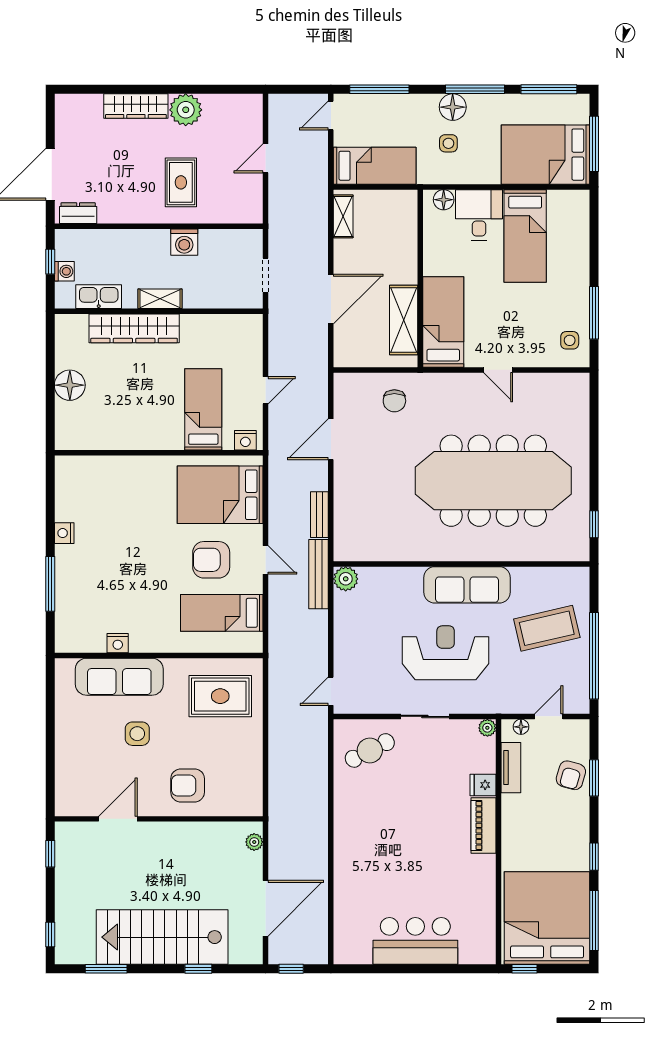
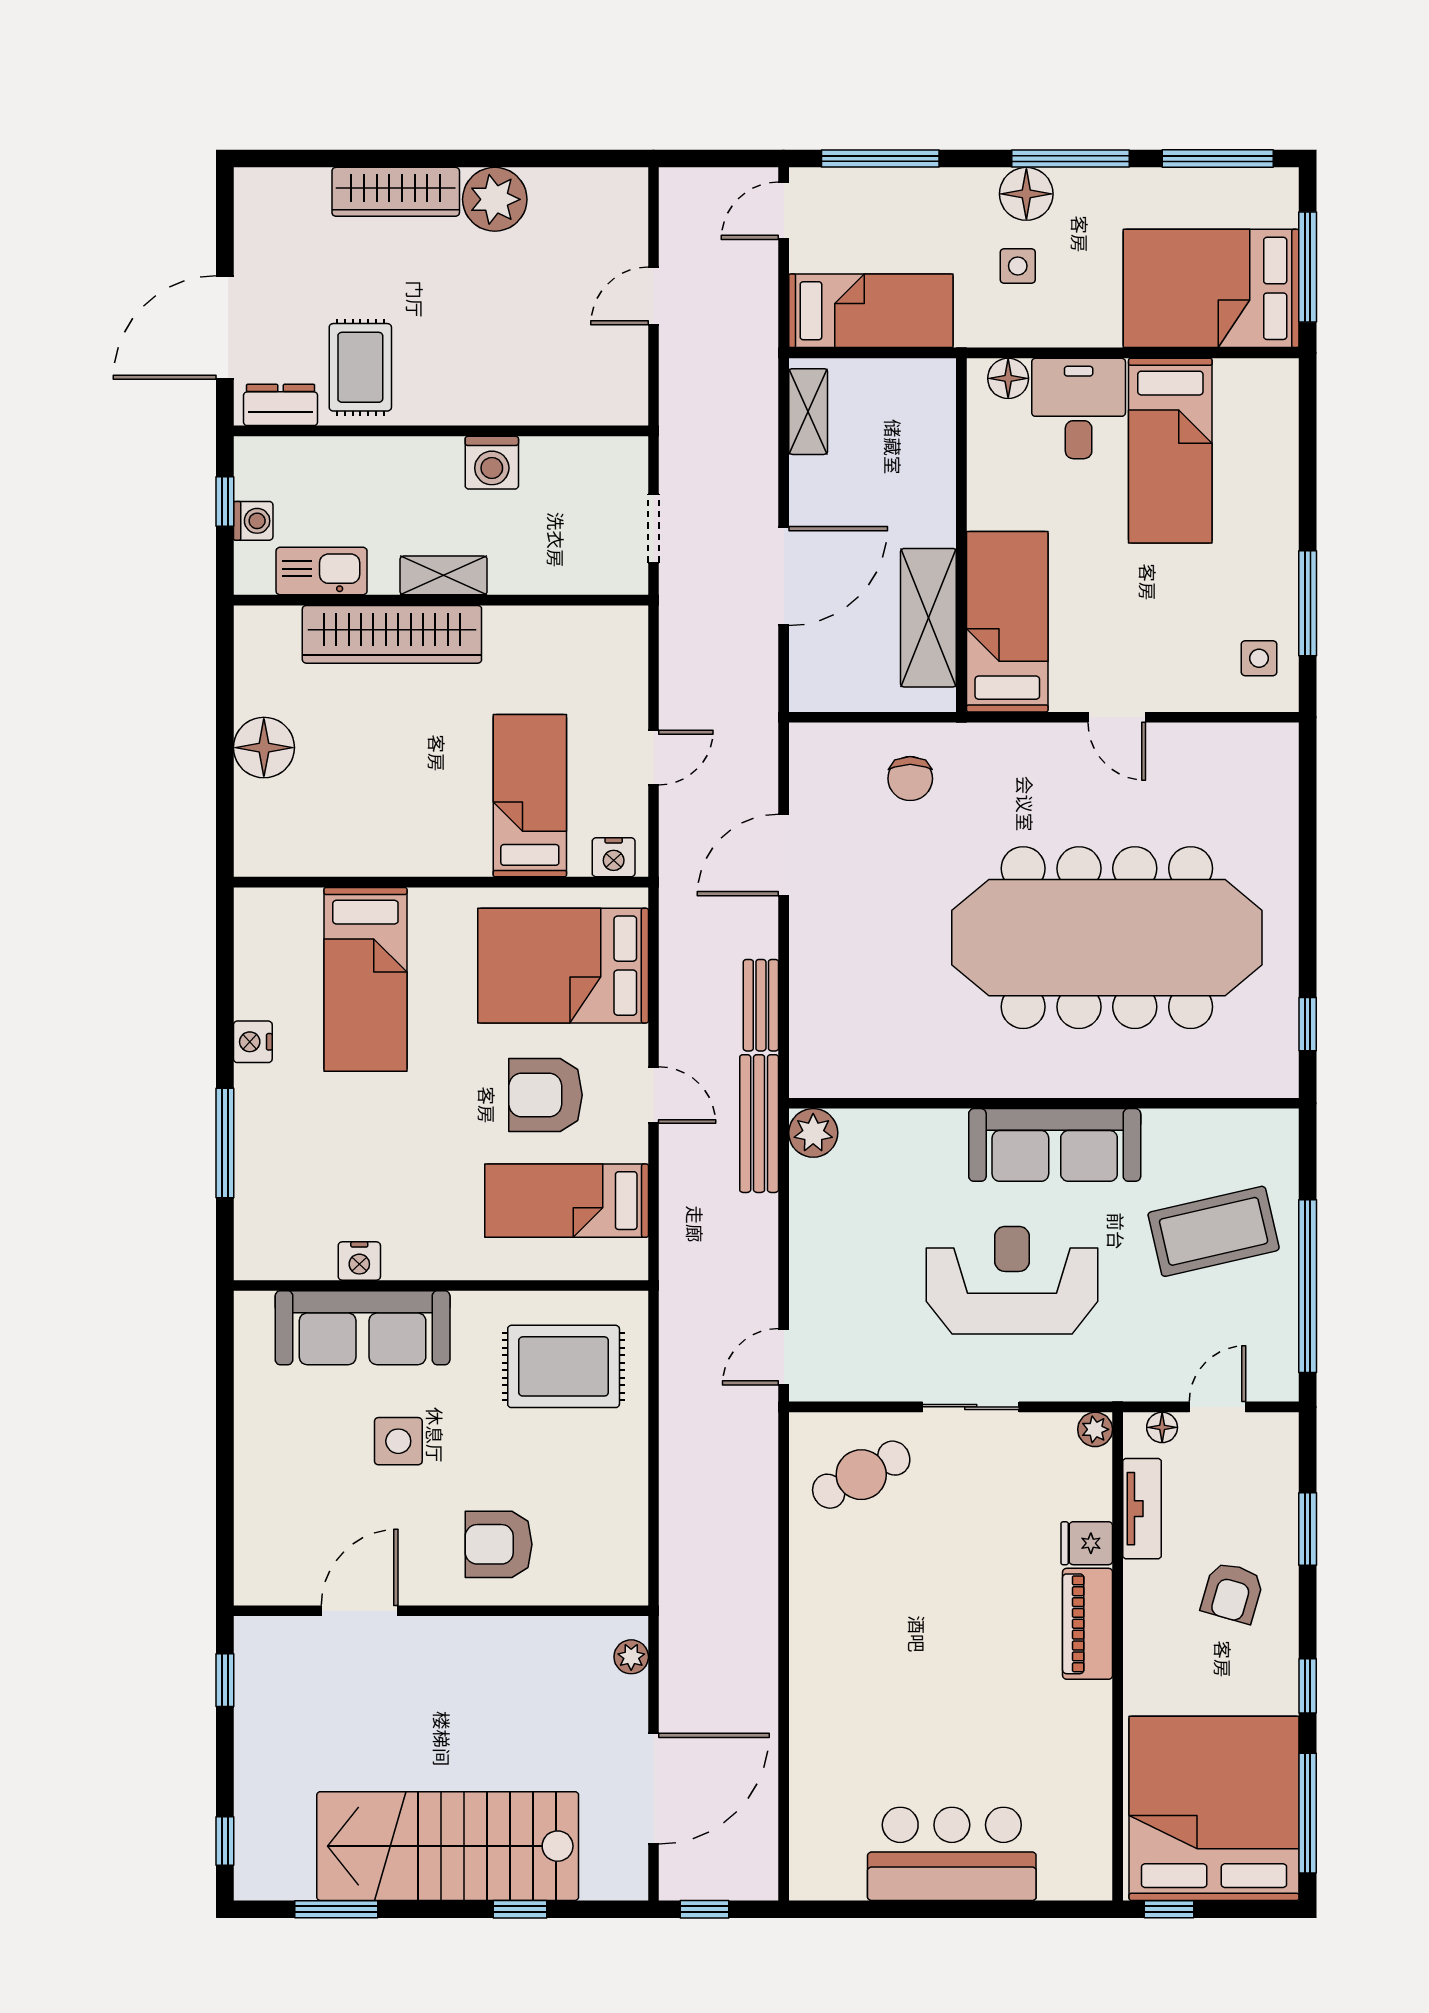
rug: (181, 182) -> (360, 367), moved
bed: (121, 502) -> (365, 979), added
armchair: (571, 775) -> (1232, 1593), moved

